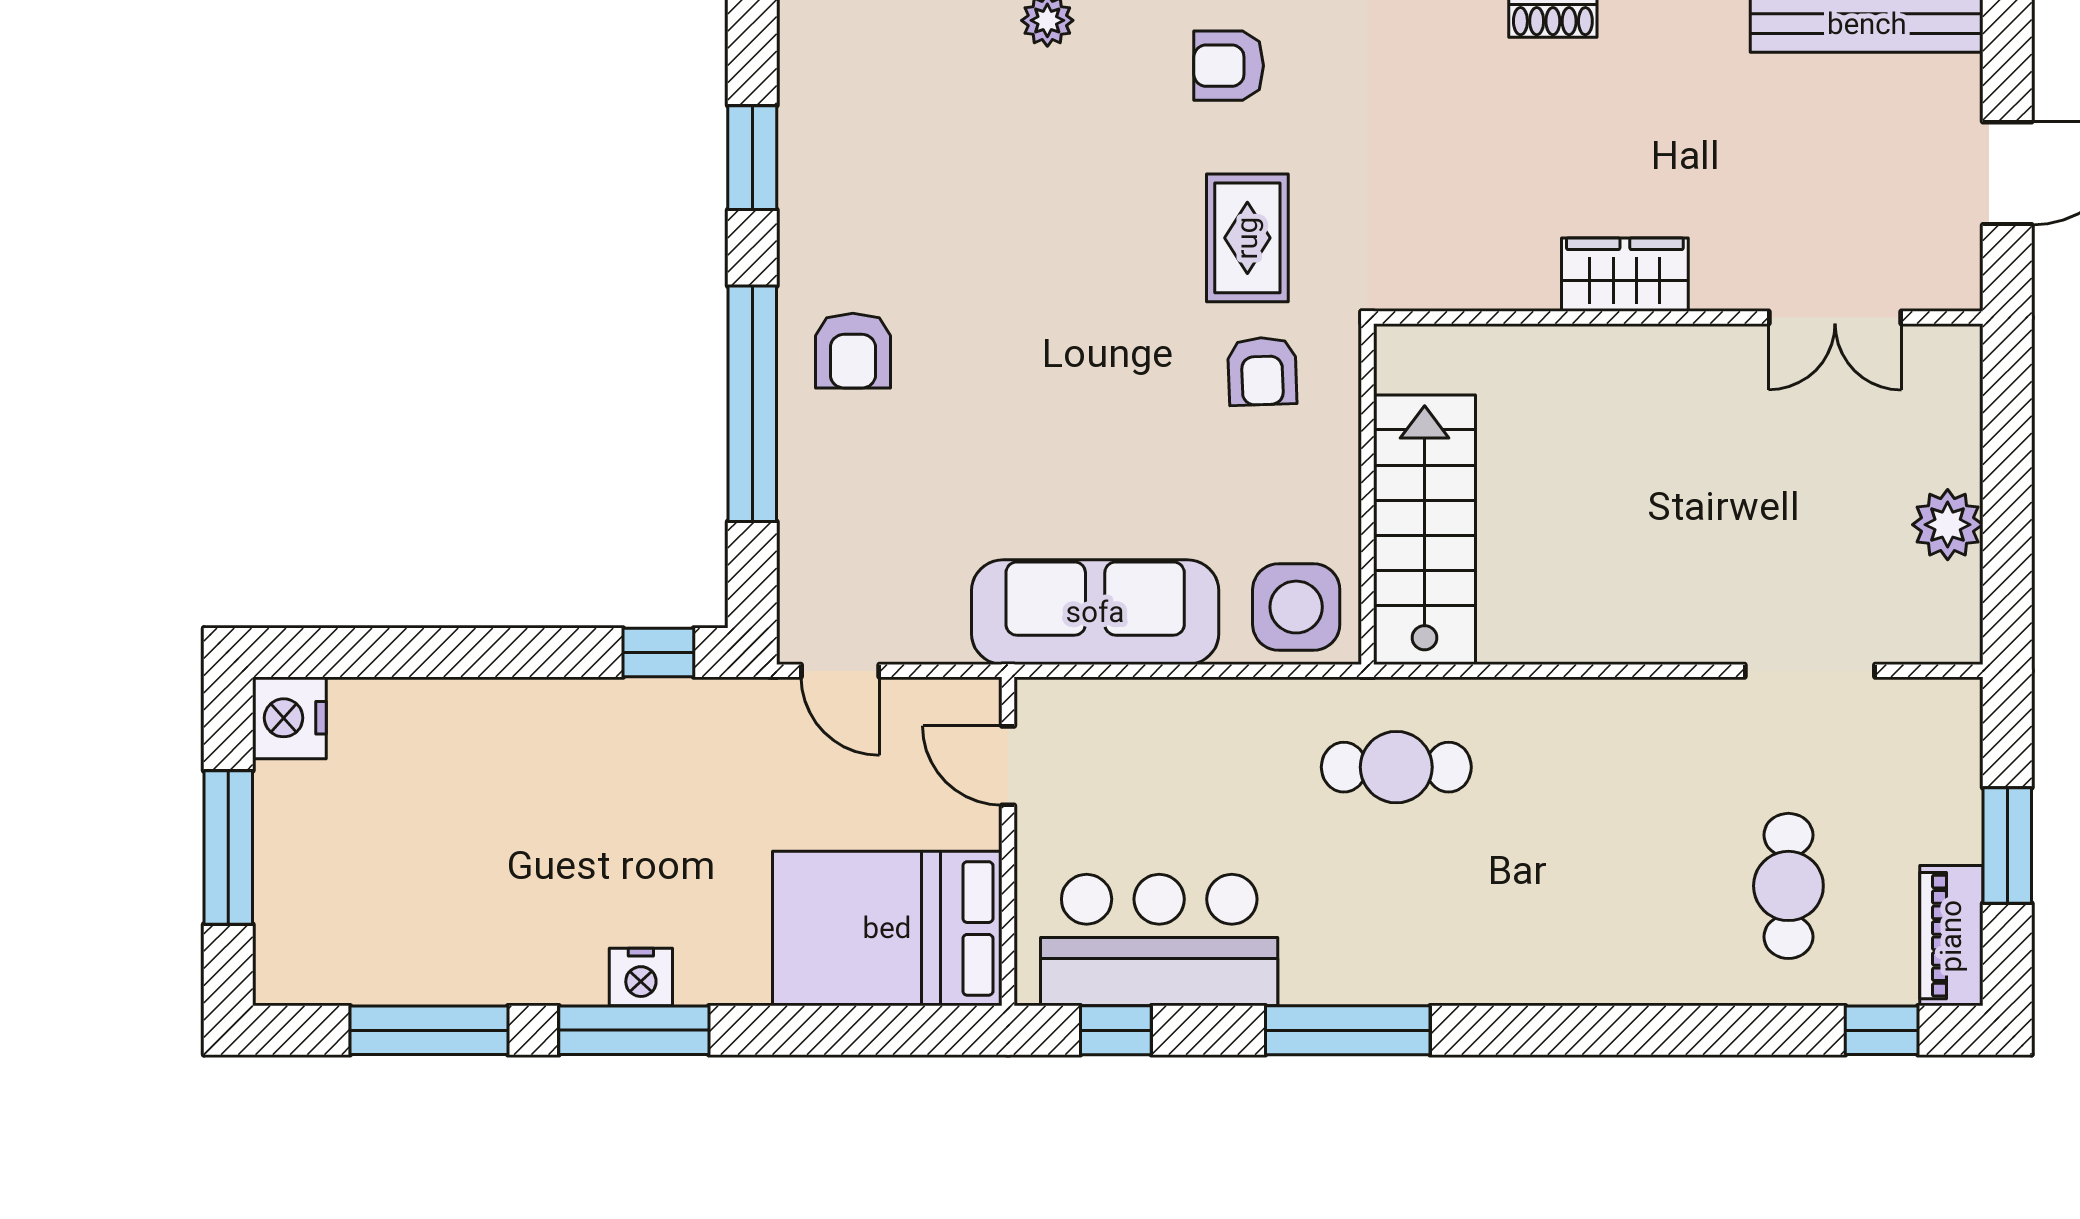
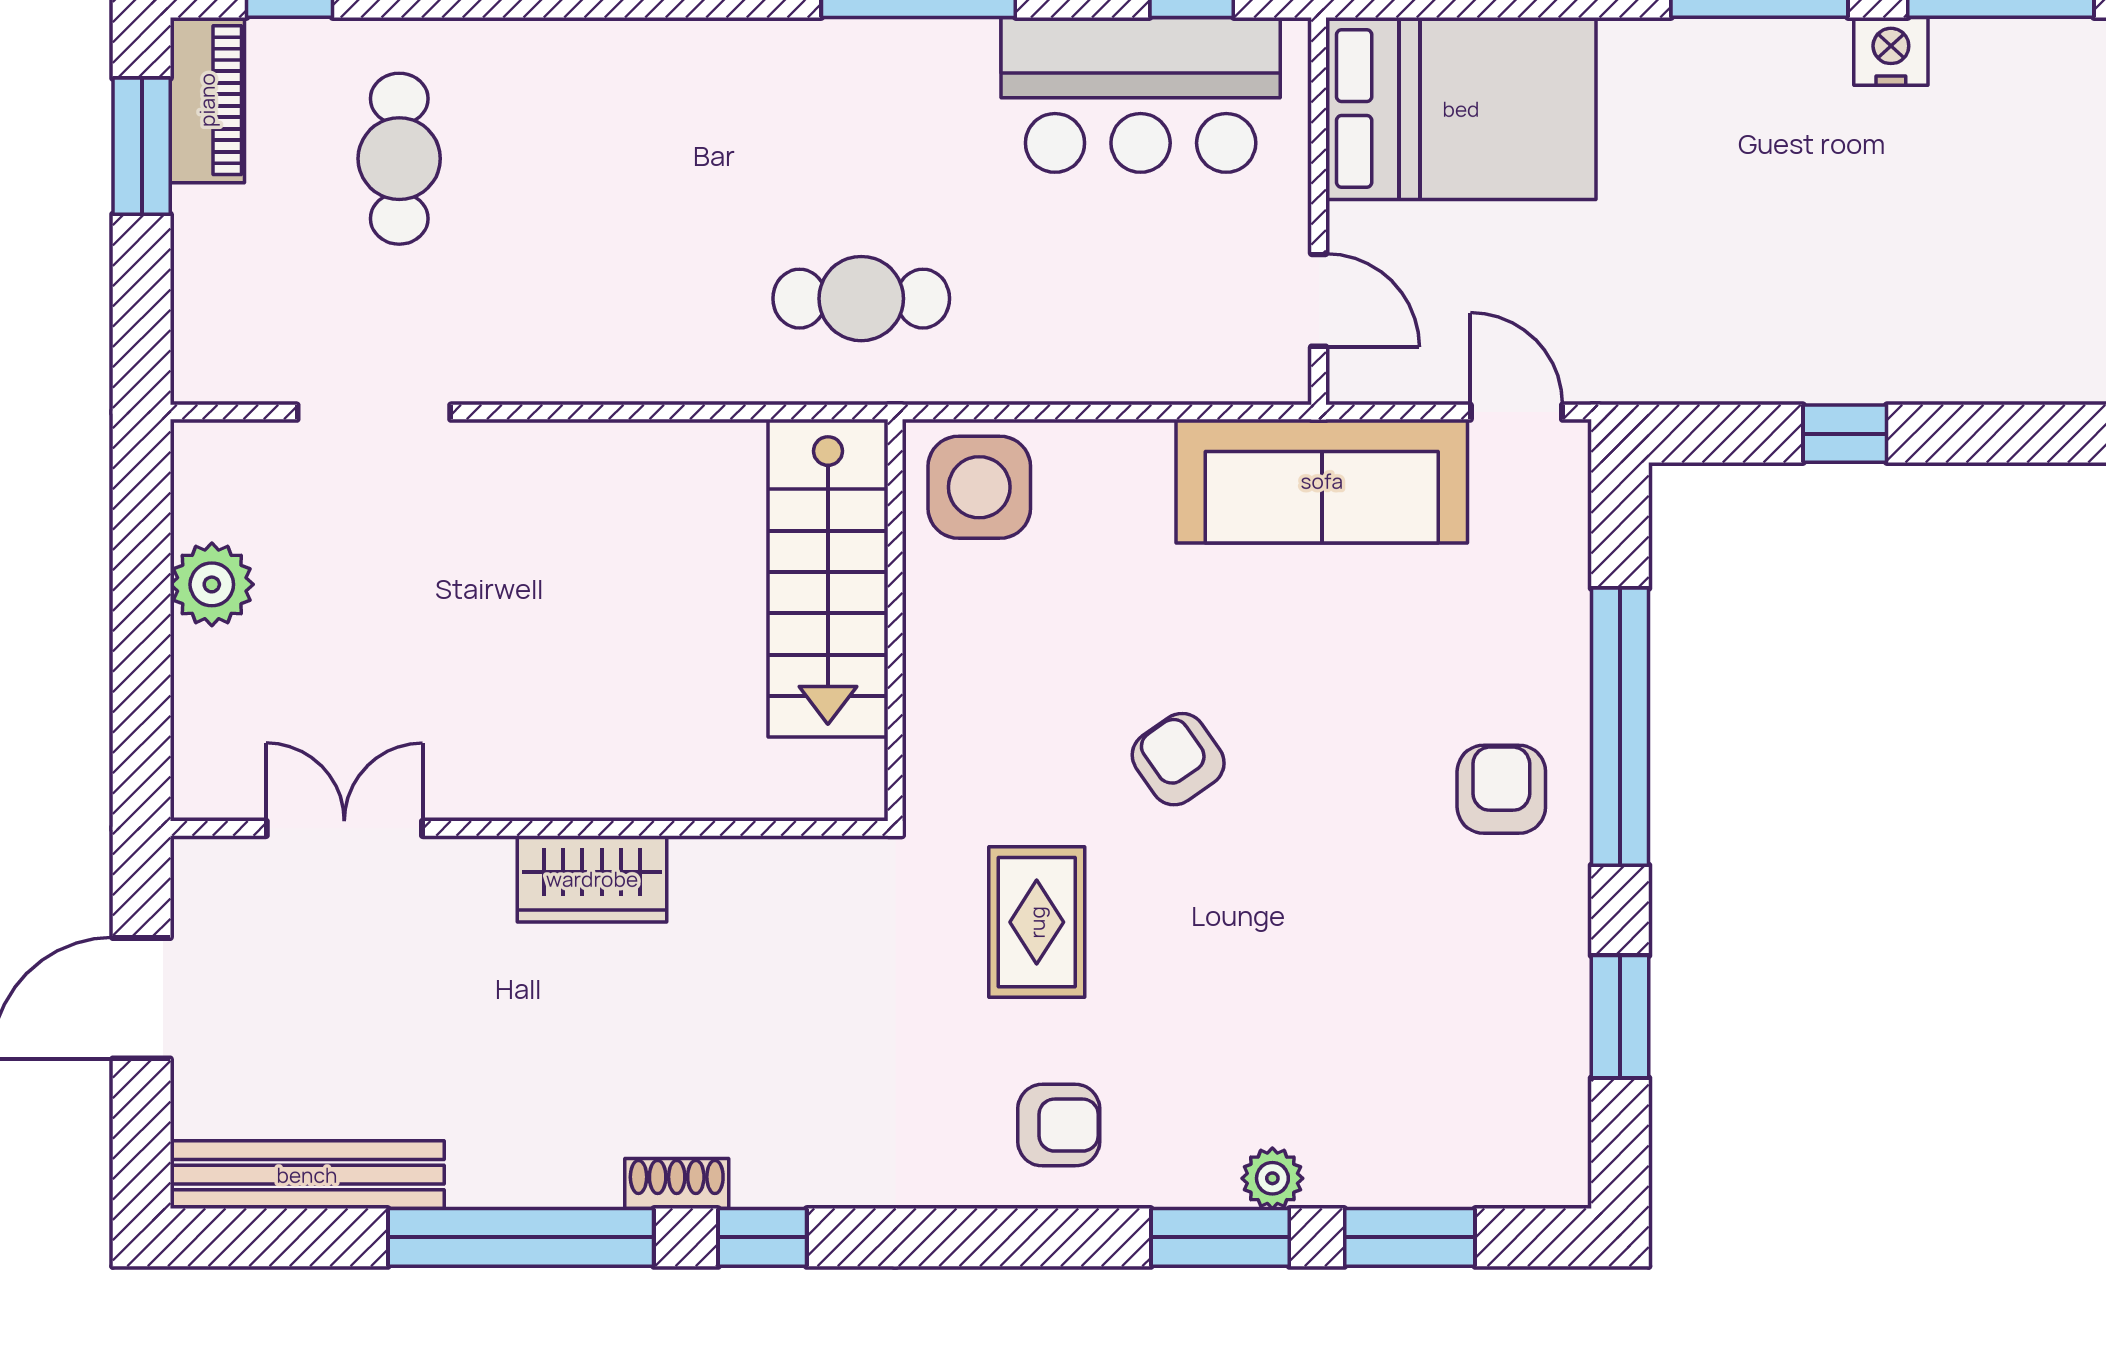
armchair: (1262, 371) -> (1178, 759), moved, turned -33
sofa: (1095, 612) -> (1322, 481), moved
window: (658, 653) -> (1845, 434), moved
window: (2007, 845) -> (142, 146), moved
nightstand: (641, 977) -> (1891, 51), moved

